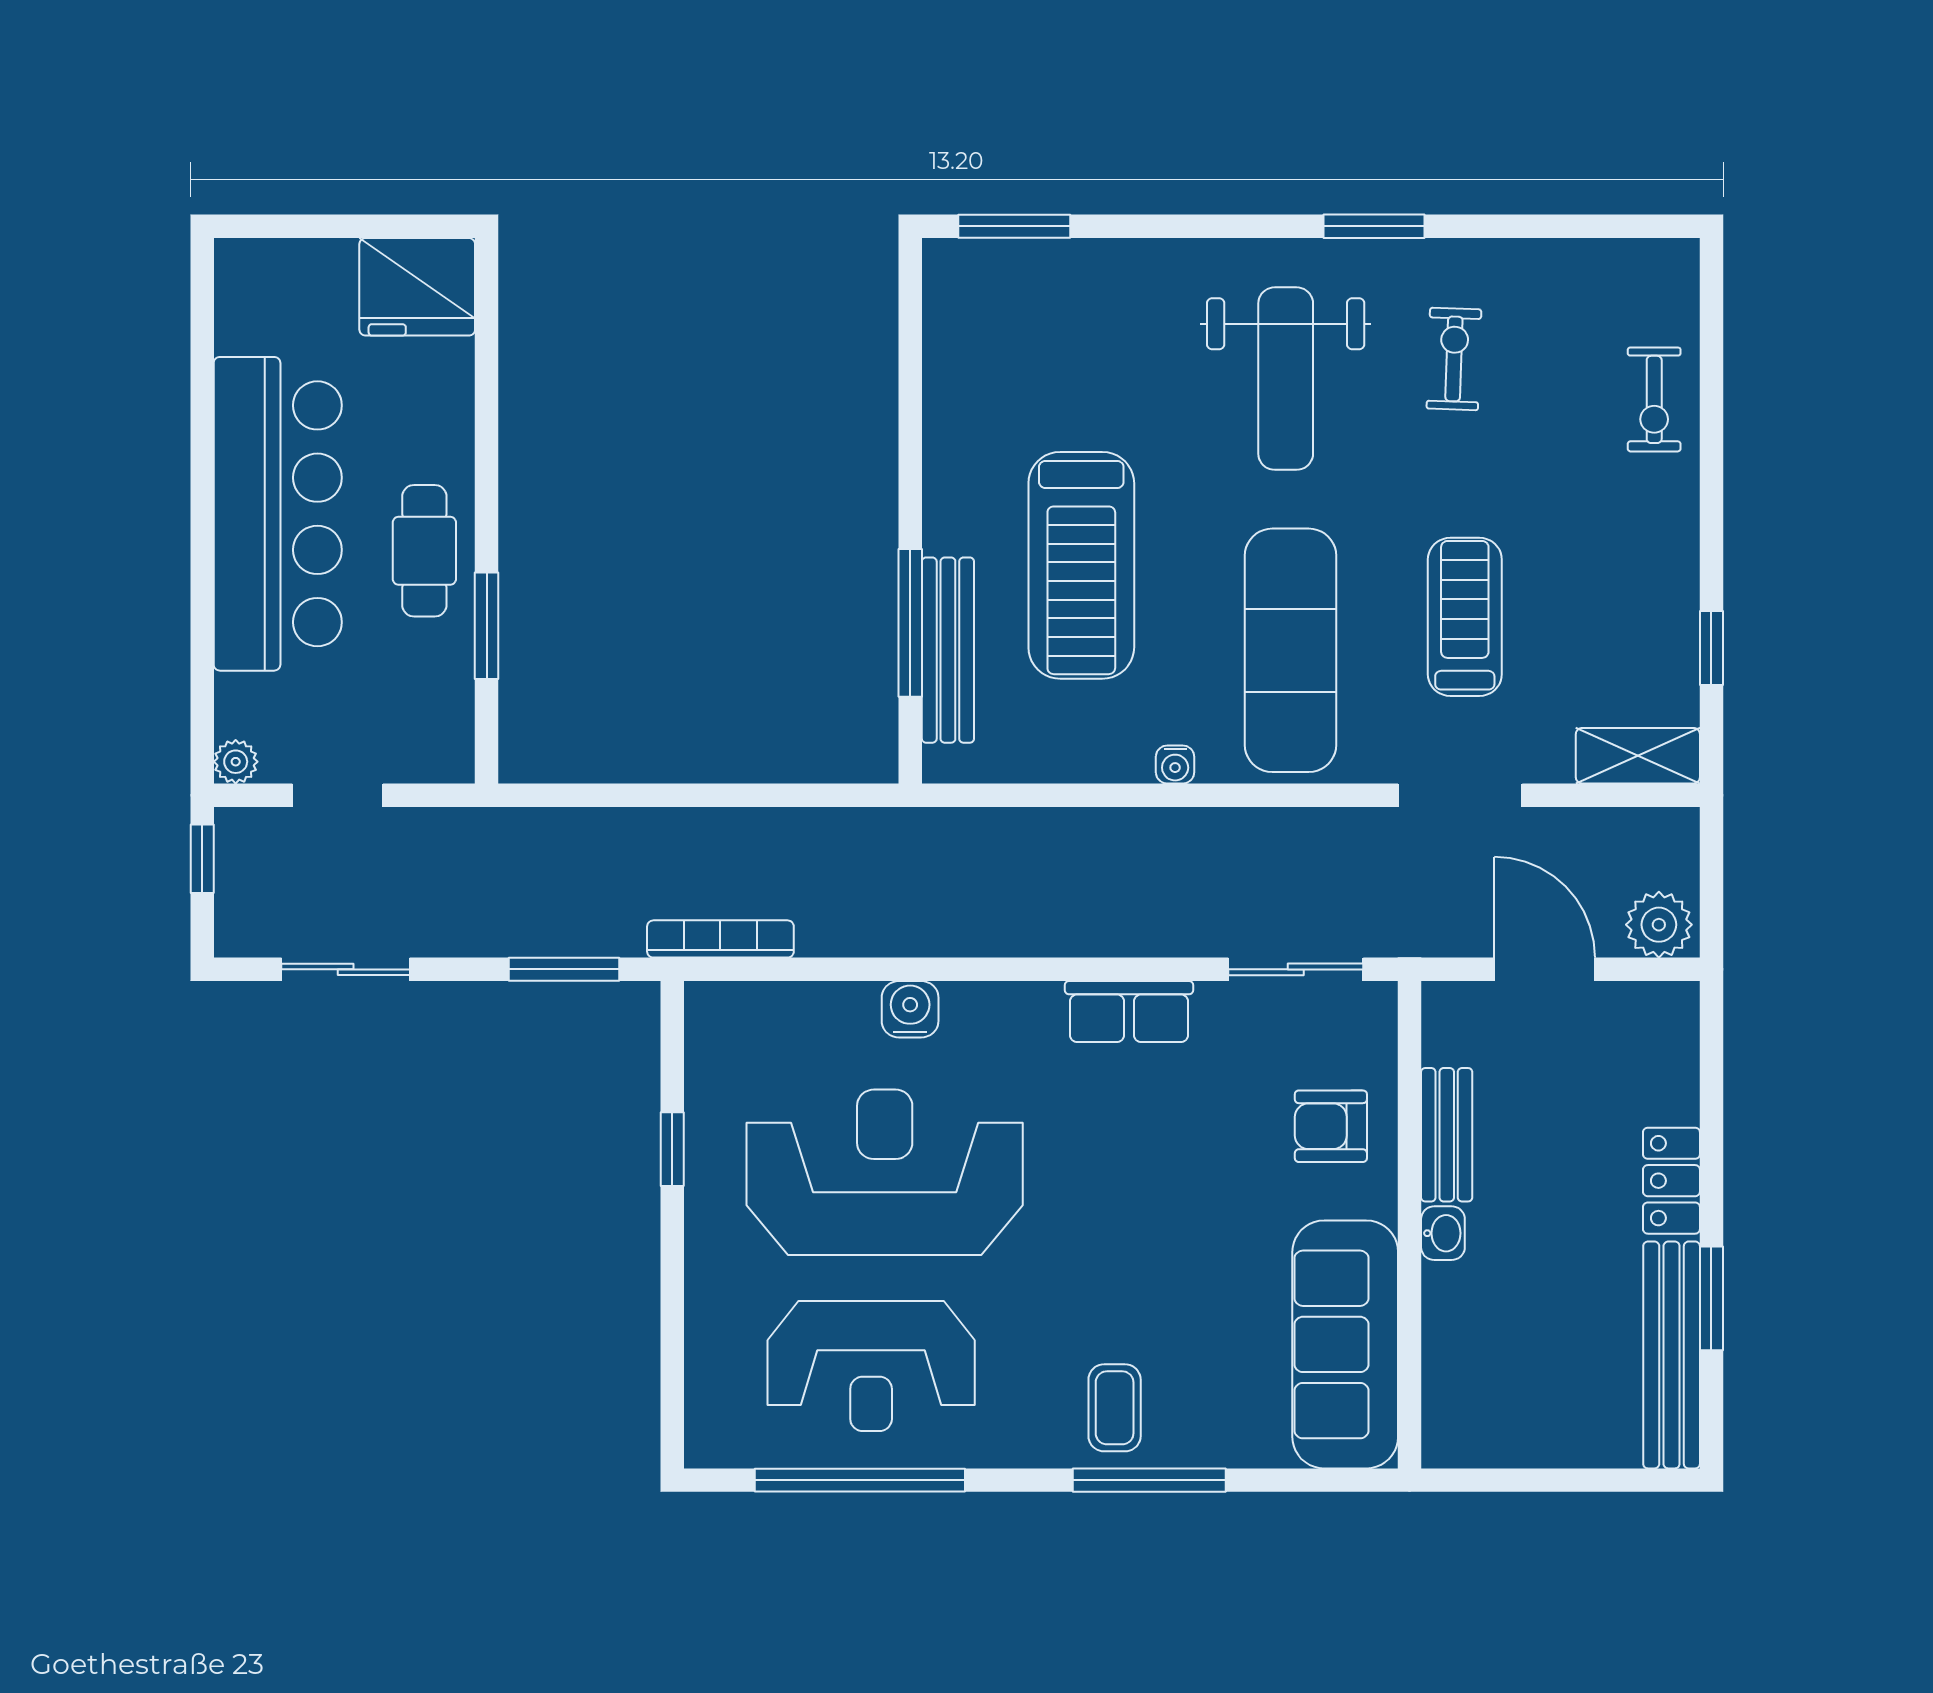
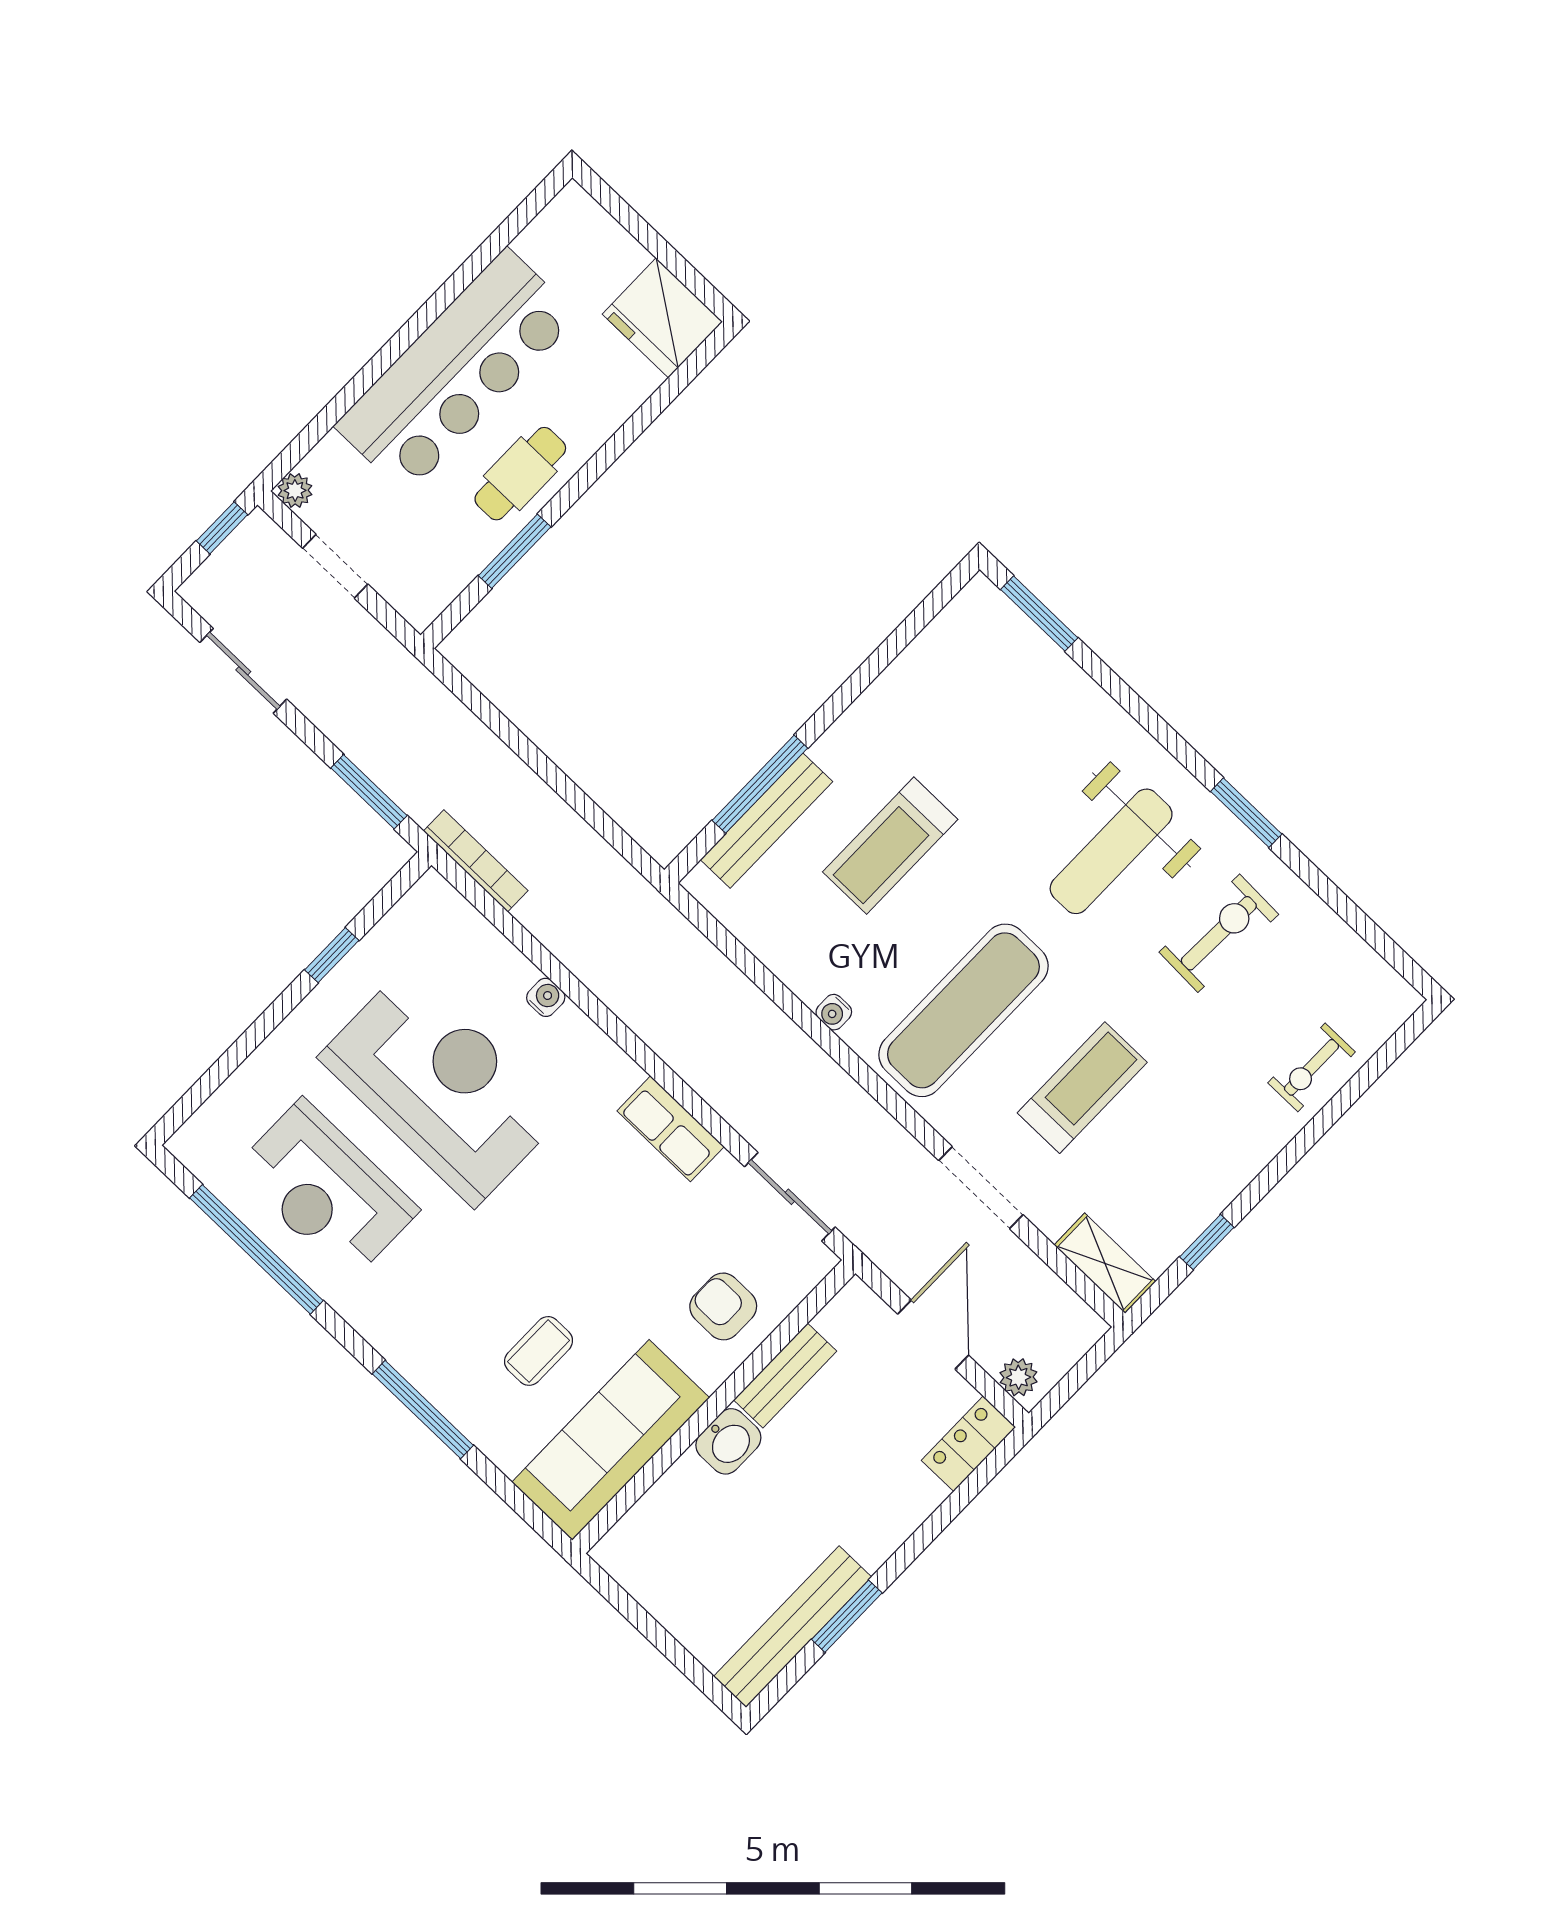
exercise bike: (1454, 359) -> (1219, 933), width x1.38, depth x1.39
treadmill: (1081, 565) -> (890, 846), width x0.73, depth x0.73
plant: (1659, 925) -> (1018, 1377), width x0.73, depth x0.73
water cooler: (910, 1009) -> (546, 997), width x0.72, depth x0.72
locker: (1671, 1181) -> (969, 1444), moved
washbasin: (1443, 1233) -> (728, 1441), width x1.38, depth x1.45
coffee table: (1115, 1408) -> (539, 1351), moved

